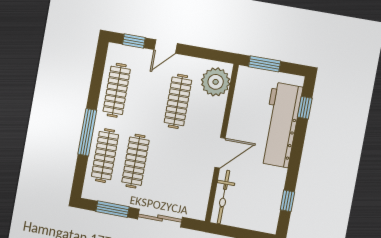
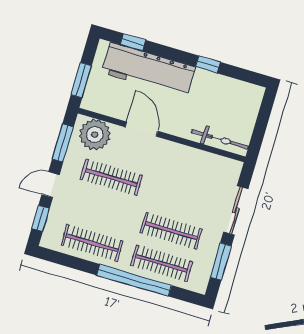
door: (166, 46) -> (51, 185), swing flipped
window: (205, 53) -> (63, 143), added
window: (87, 132) -> (134, 280), width x1.46
door: (220, 153) -> (141, 129), moved
window: (287, 201) -> (208, 64), moved

